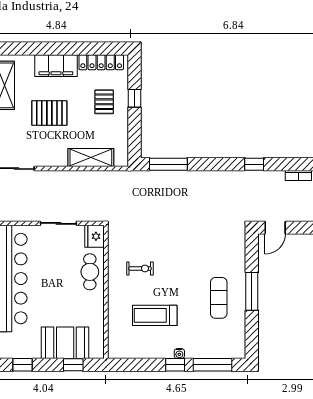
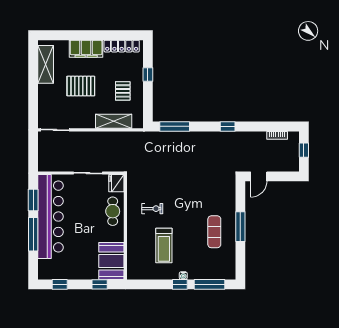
pallet: (104, 102) -> (123, 91), moved
window: (254, 164) -> (228, 126), moved
treadmill: (155, 315) -> (164, 245), turned -90
booth: (65, 343) -> (111, 261), moved, turned 90

